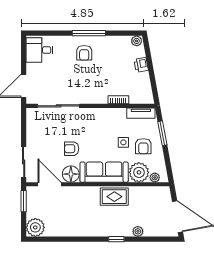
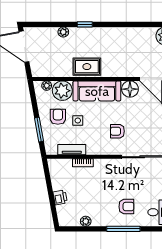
window: (89, 33) -> (123, 229), moved
plant: (137, 41) -> (86, 221), moved
armchair: (84, 53) -> (126, 207), moved, turned 90
tv unit: (141, 113) -> (72, 150), moved
armchair: (72, 149) -> (117, 131), moved, turned 180

